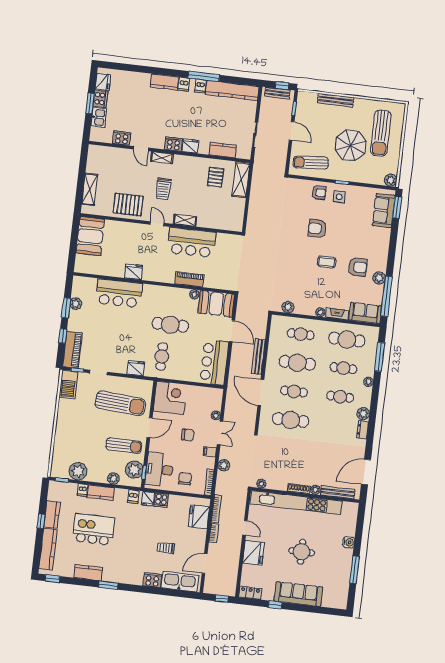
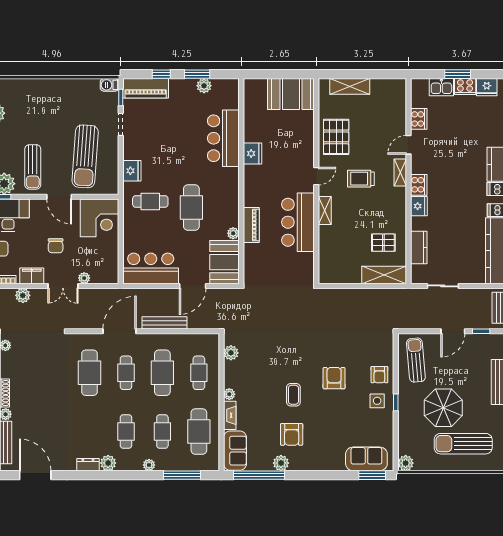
barbecue: (68, 384) -> (109, 85), width x0.53, depth x0.65
filing cabinet: (210, 452) -> (32, 276), width x2.00

